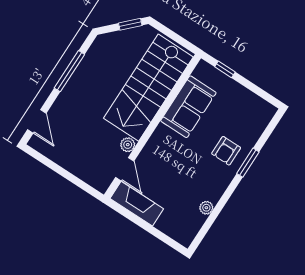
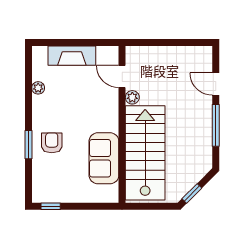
window: (225, 69) -> (51, 206), moved
door: (37, 121) -> (216, 84), moved
fireplace: (137, 204) -> (72, 56), moved

